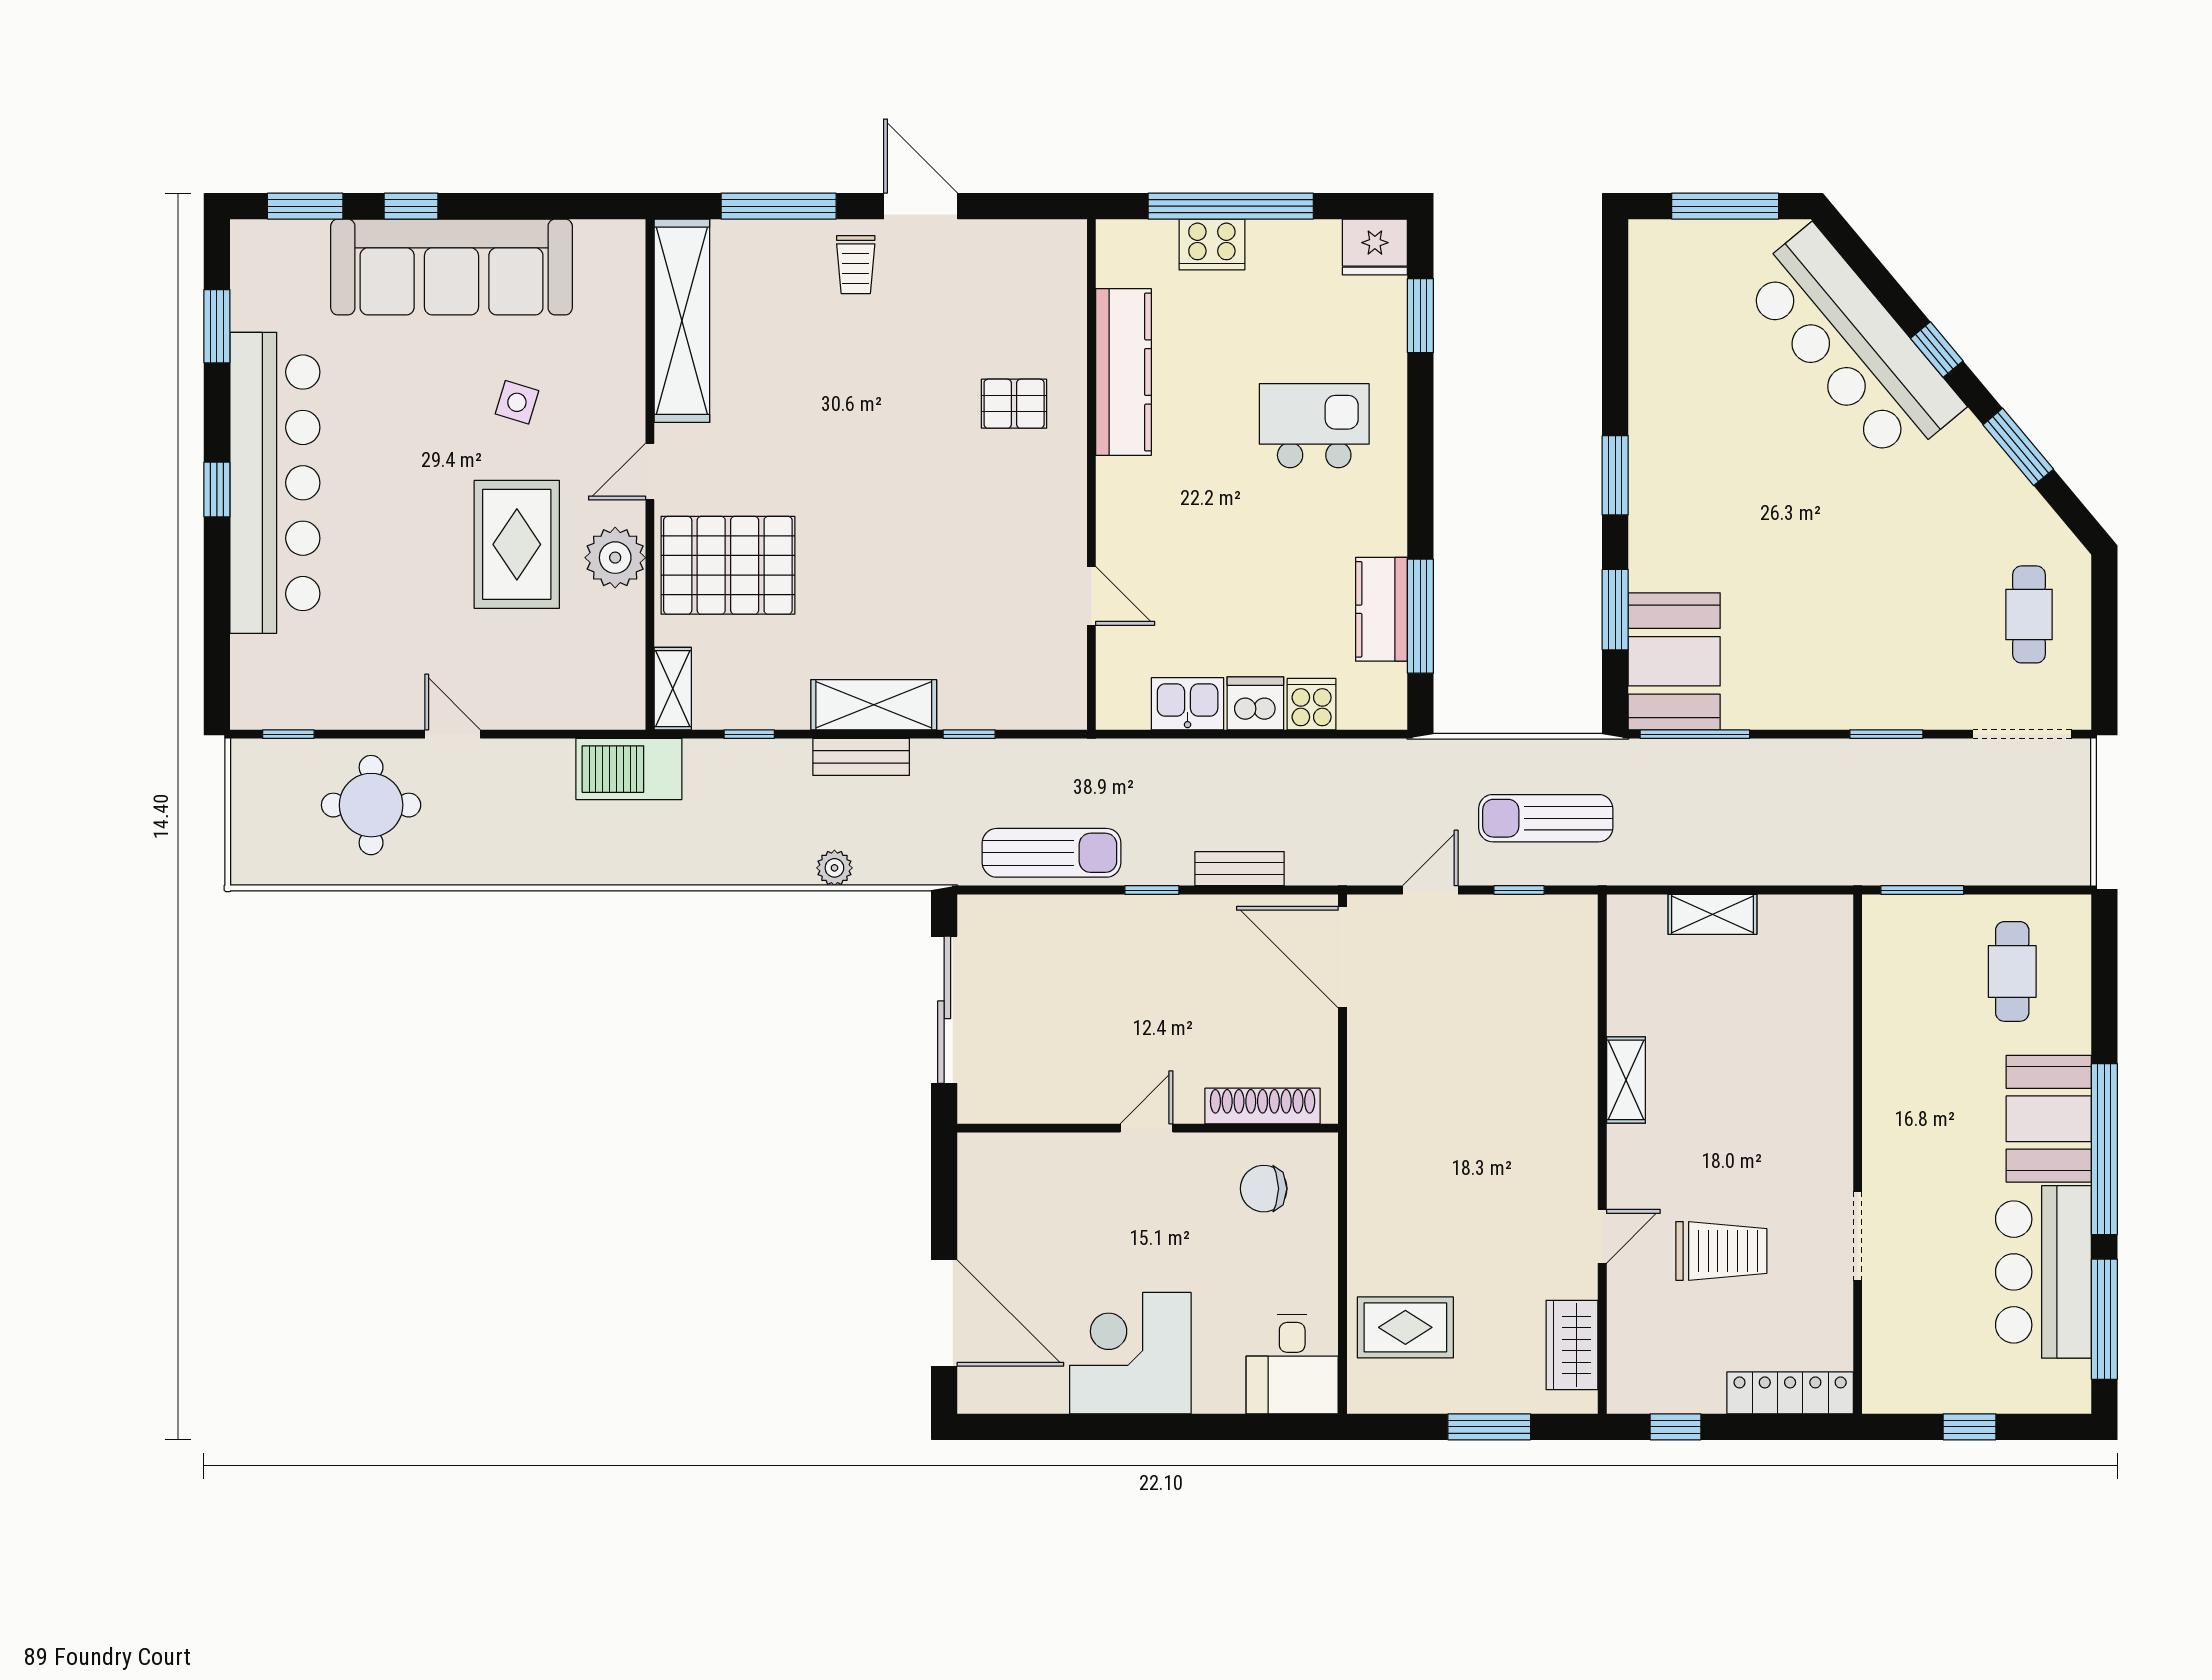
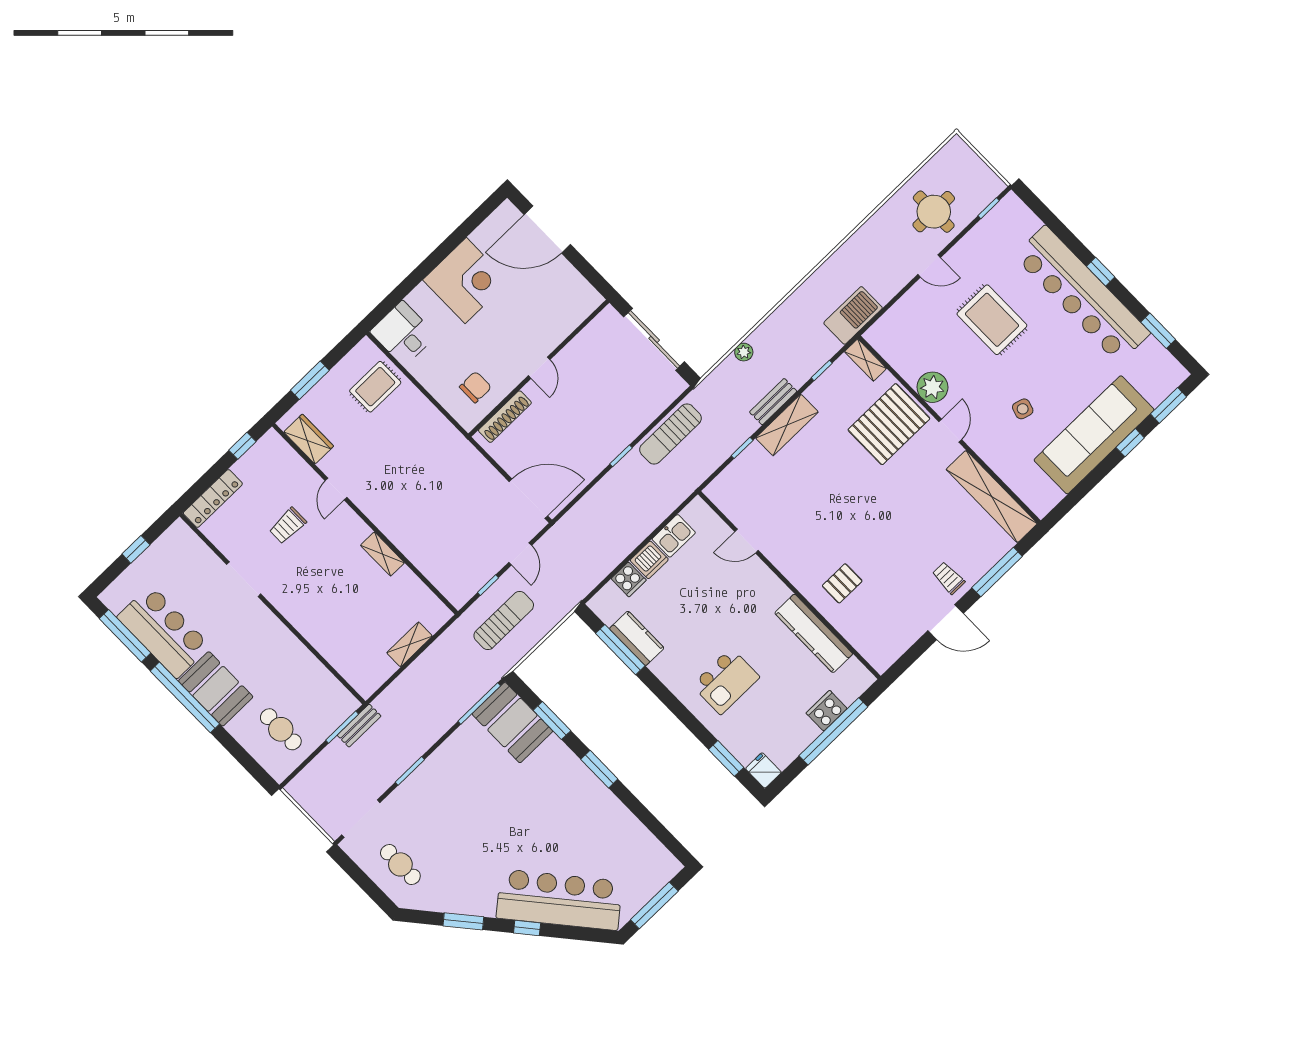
fridge: (1375, 247) -> (763, 770), width x0.72
rug: (517, 544) -> (992, 320), moved
bench: (1240, 869) -> (359, 726), moved
trolley: (1721, 1251) -> (288, 526), width x0.73, depth x0.72

